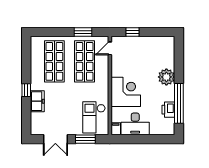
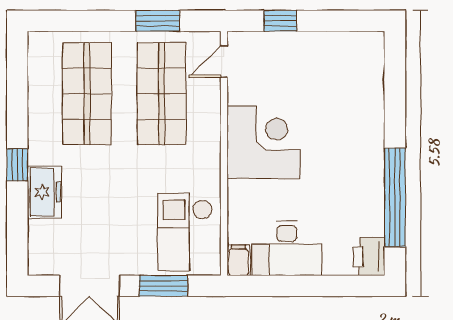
plant: (166, 77) -> (364, 132), removed
corner desk: (126, 92) -> (263, 142), moved
printer: (168, 110) -> (369, 257), moved

